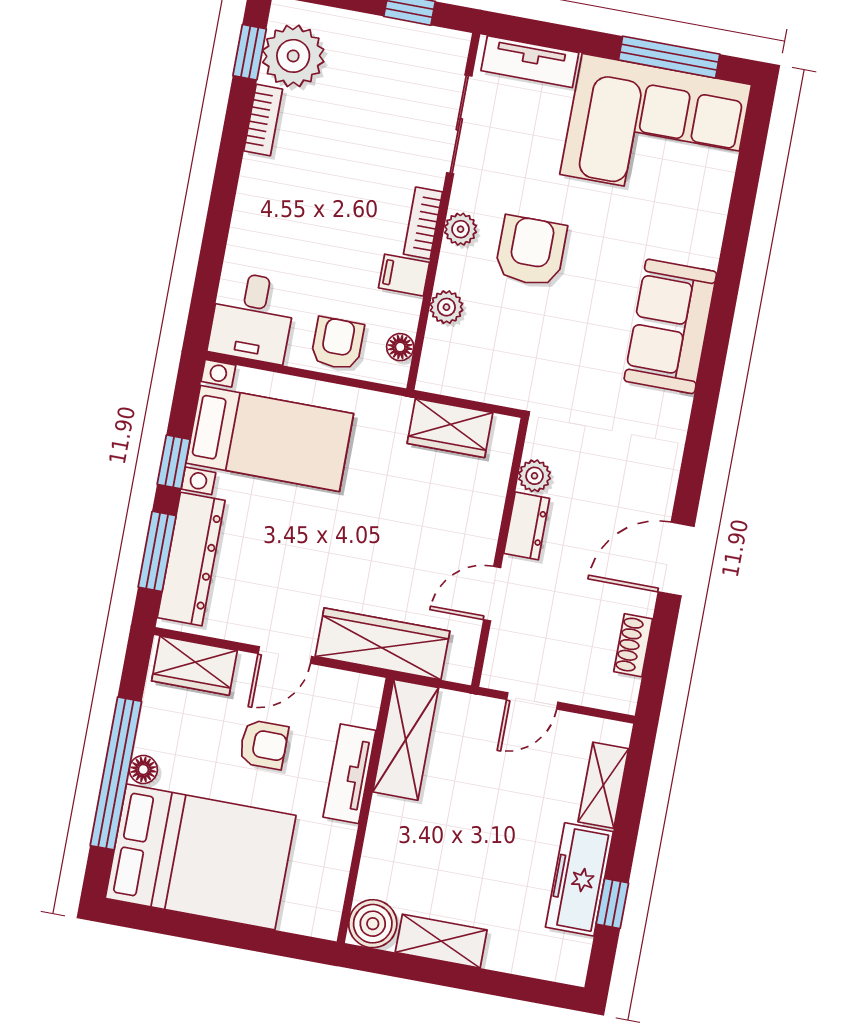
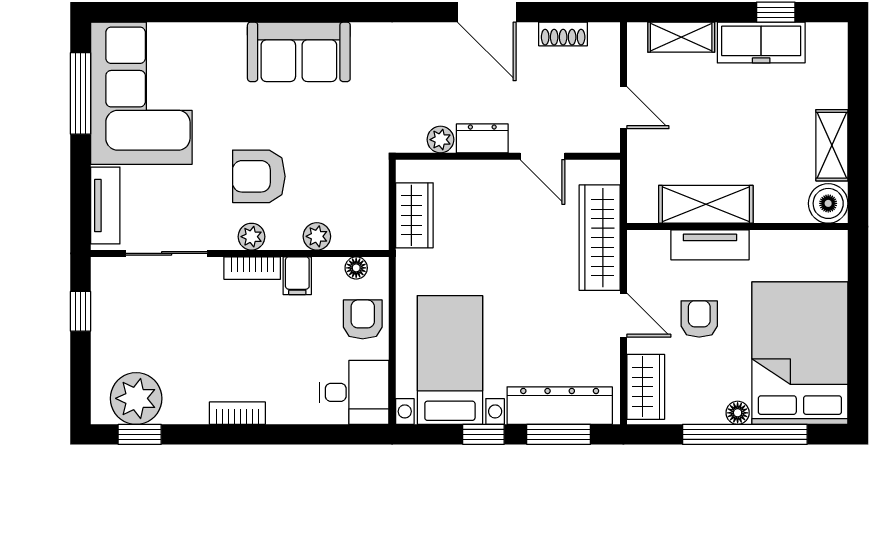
bookcase: (263, 120) -> (237, 413), moved
armchair: (337, 343) -> (363, 319), turned 90
shelving: (406, 740) -> (706, 204), moved

